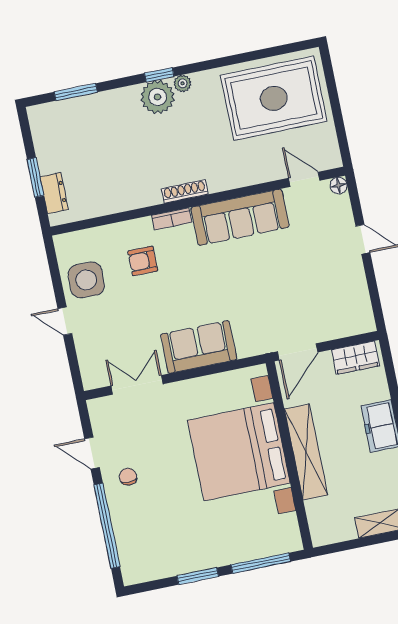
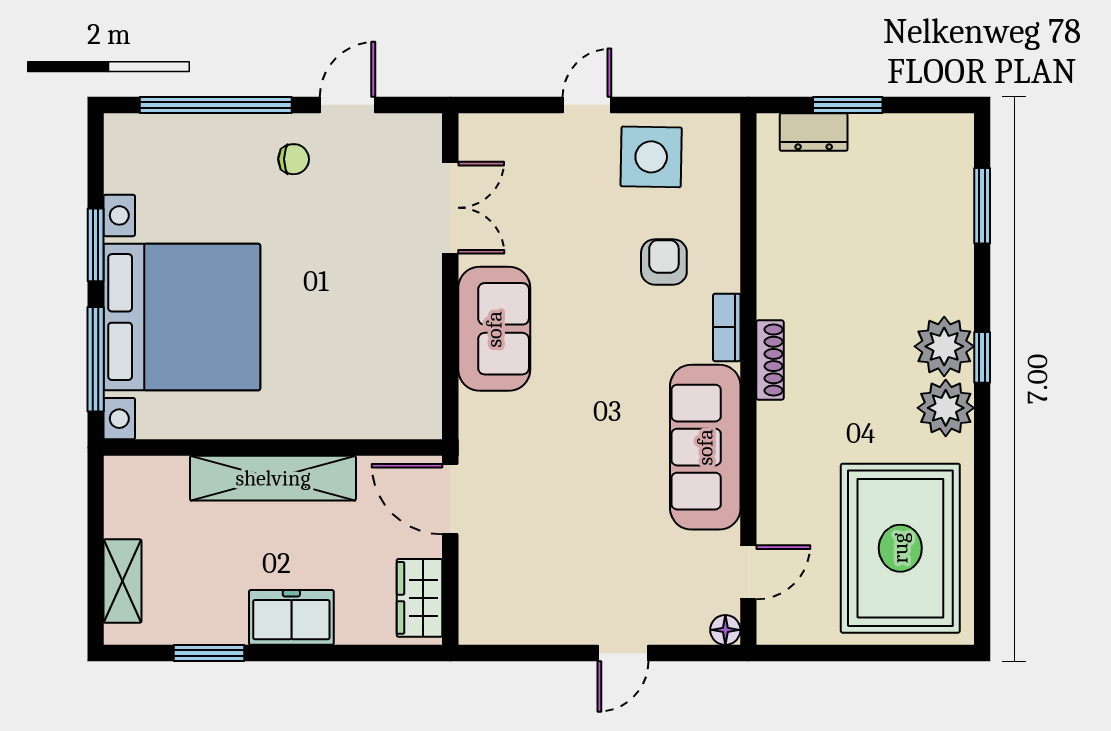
plant: (182, 83) -> (946, 408), width x1.87, depth x1.87
bed with nightstands: (239, 452) -> (182, 317), moved, turned 90

